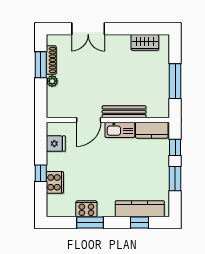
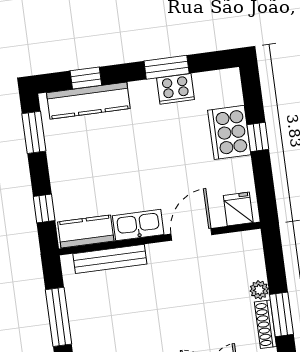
bench: (124, 112) -> (110, 259), moved
fridge: (56, 144) -> (238, 209), moved, turned 90
window: (175, 179) -> (34, 132), moved
cooker: (55, 182) -> (229, 132), width x1.37, depth x1.31

